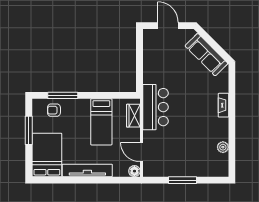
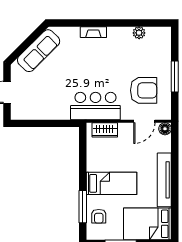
bed: (101, 122) -> (112, 183), moved
armchair: (170, 151) -> (144, 90), added

